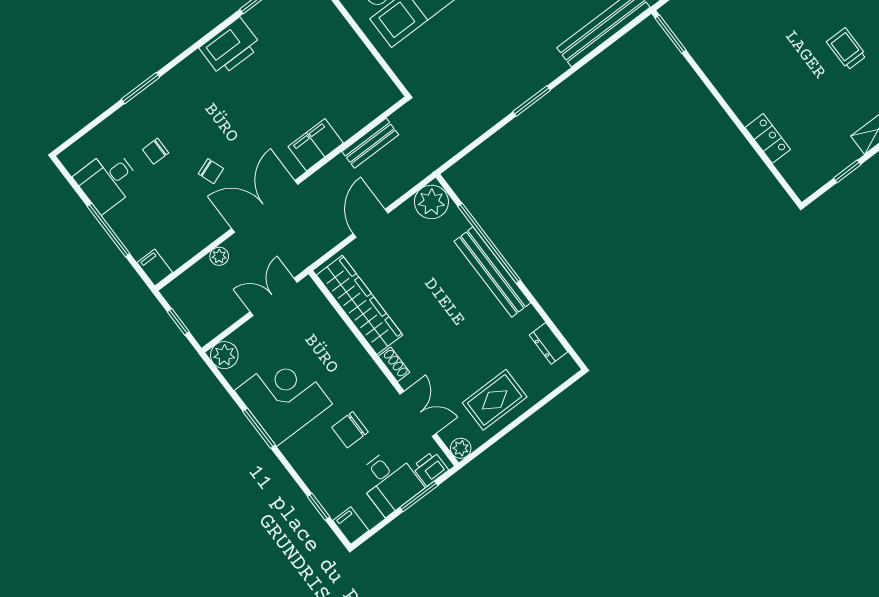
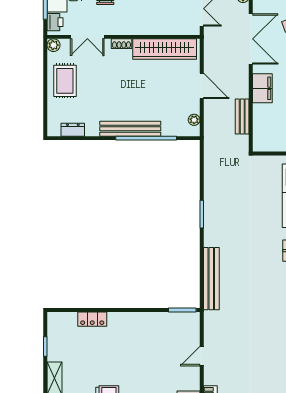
plant: (431, 202) -> (194, 120), width x0.53, depth x0.53

